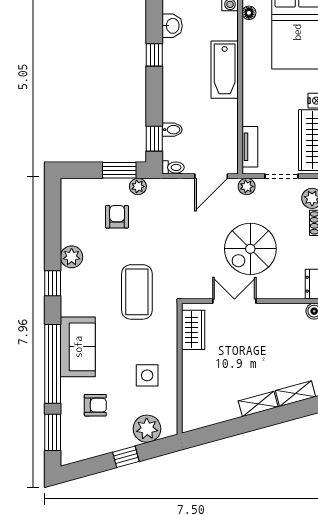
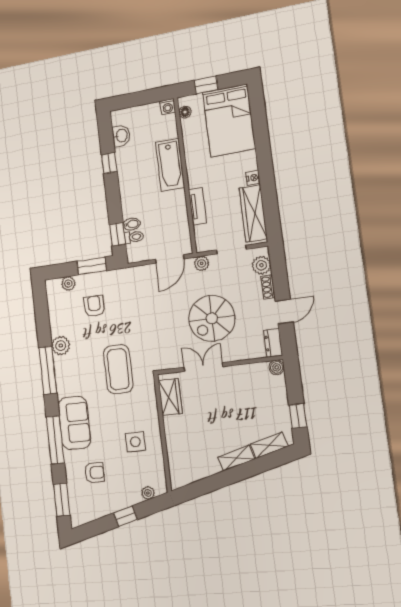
tv unit: (250, 147) -> (197, 206), moved
toilet: (173, 167) -> (134, 237), moved
plant: (138, 186) -> (68, 283), moved
window: (53, 283) -> (48, 370), width x2.17
window: (53, 364) -> (55, 440), width x0.68
plant: (147, 429) -> (148, 493), width x0.53, depth x0.53

